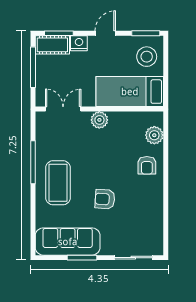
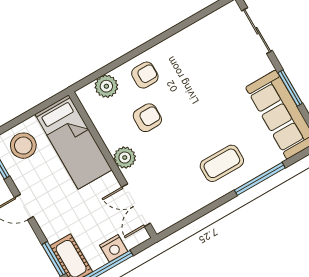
nightstand: (79, 43) -> (114, 248), moved, turned -90
window: (33, 162) -> (260, 179), moved
coffee table: (58, 183) -> (222, 163), width x0.73, depth x0.76
armchair: (105, 199) -> (147, 118), moved, turned -94

